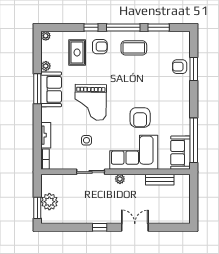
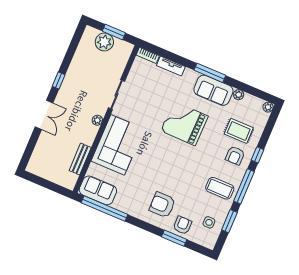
coffee table: (134, 48) -> (220, 188), turned 90
window: (37, 89) -> (210, 73), moved
armchair: (140, 117) -> (162, 205), moved
side table: (86, 140) -> (209, 222), moved
window: (37, 208) -> (114, 32), moved

